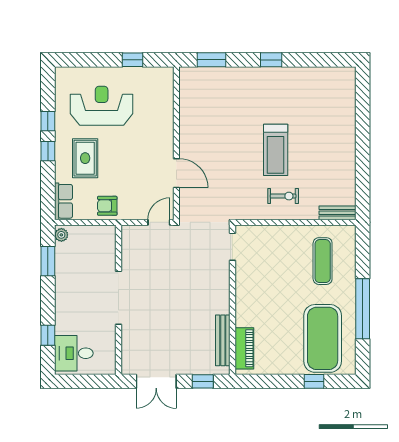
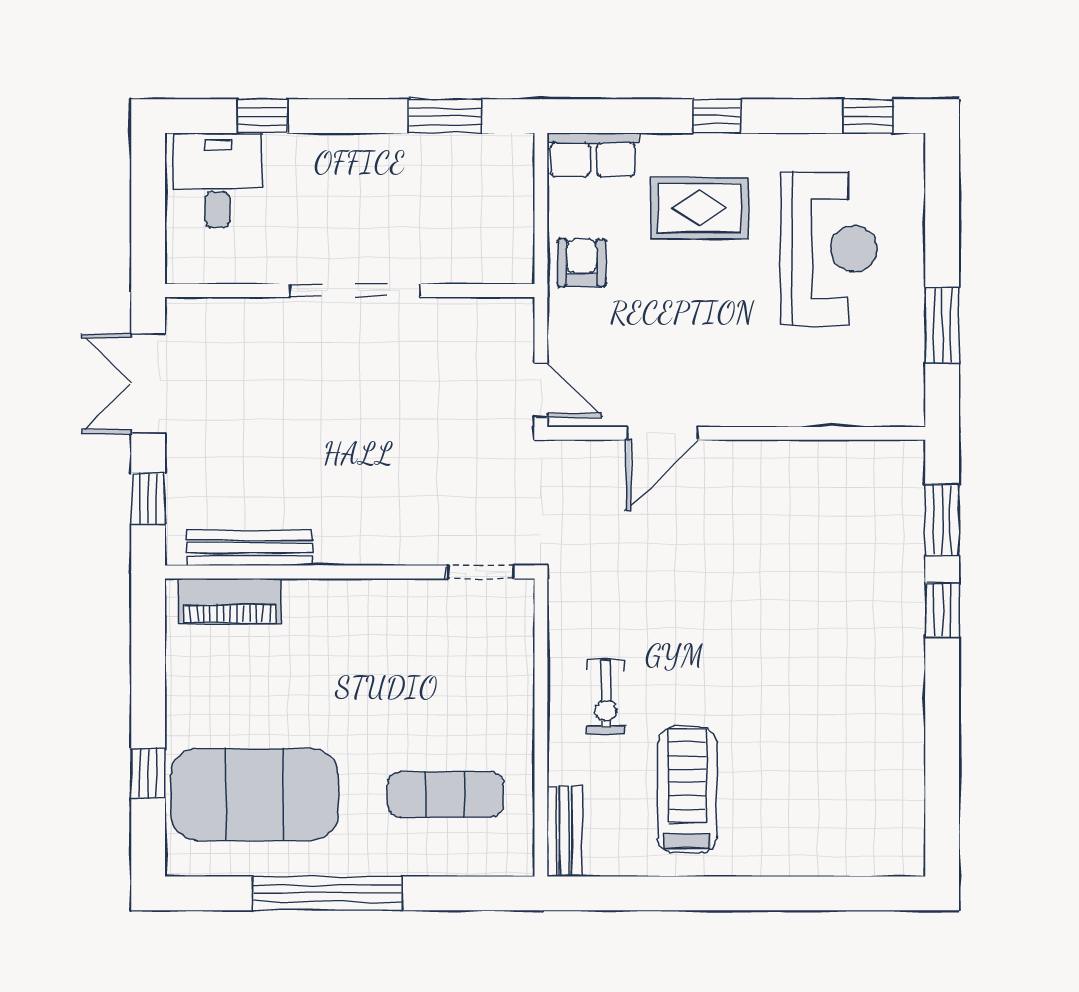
window: (132, 60) -> (942, 325), width x1.50
window: (271, 60) -> (942, 610), moved
window: (48, 121) -> (868, 116), moved
treadmill: (276, 150) -> (687, 790), moved, turned 90
plant: (61, 235) -> (510, 149), removed

